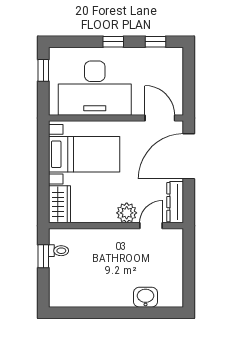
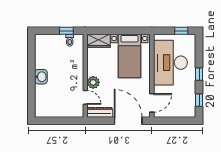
washbasin: (146, 297) -> (41, 77), moved

